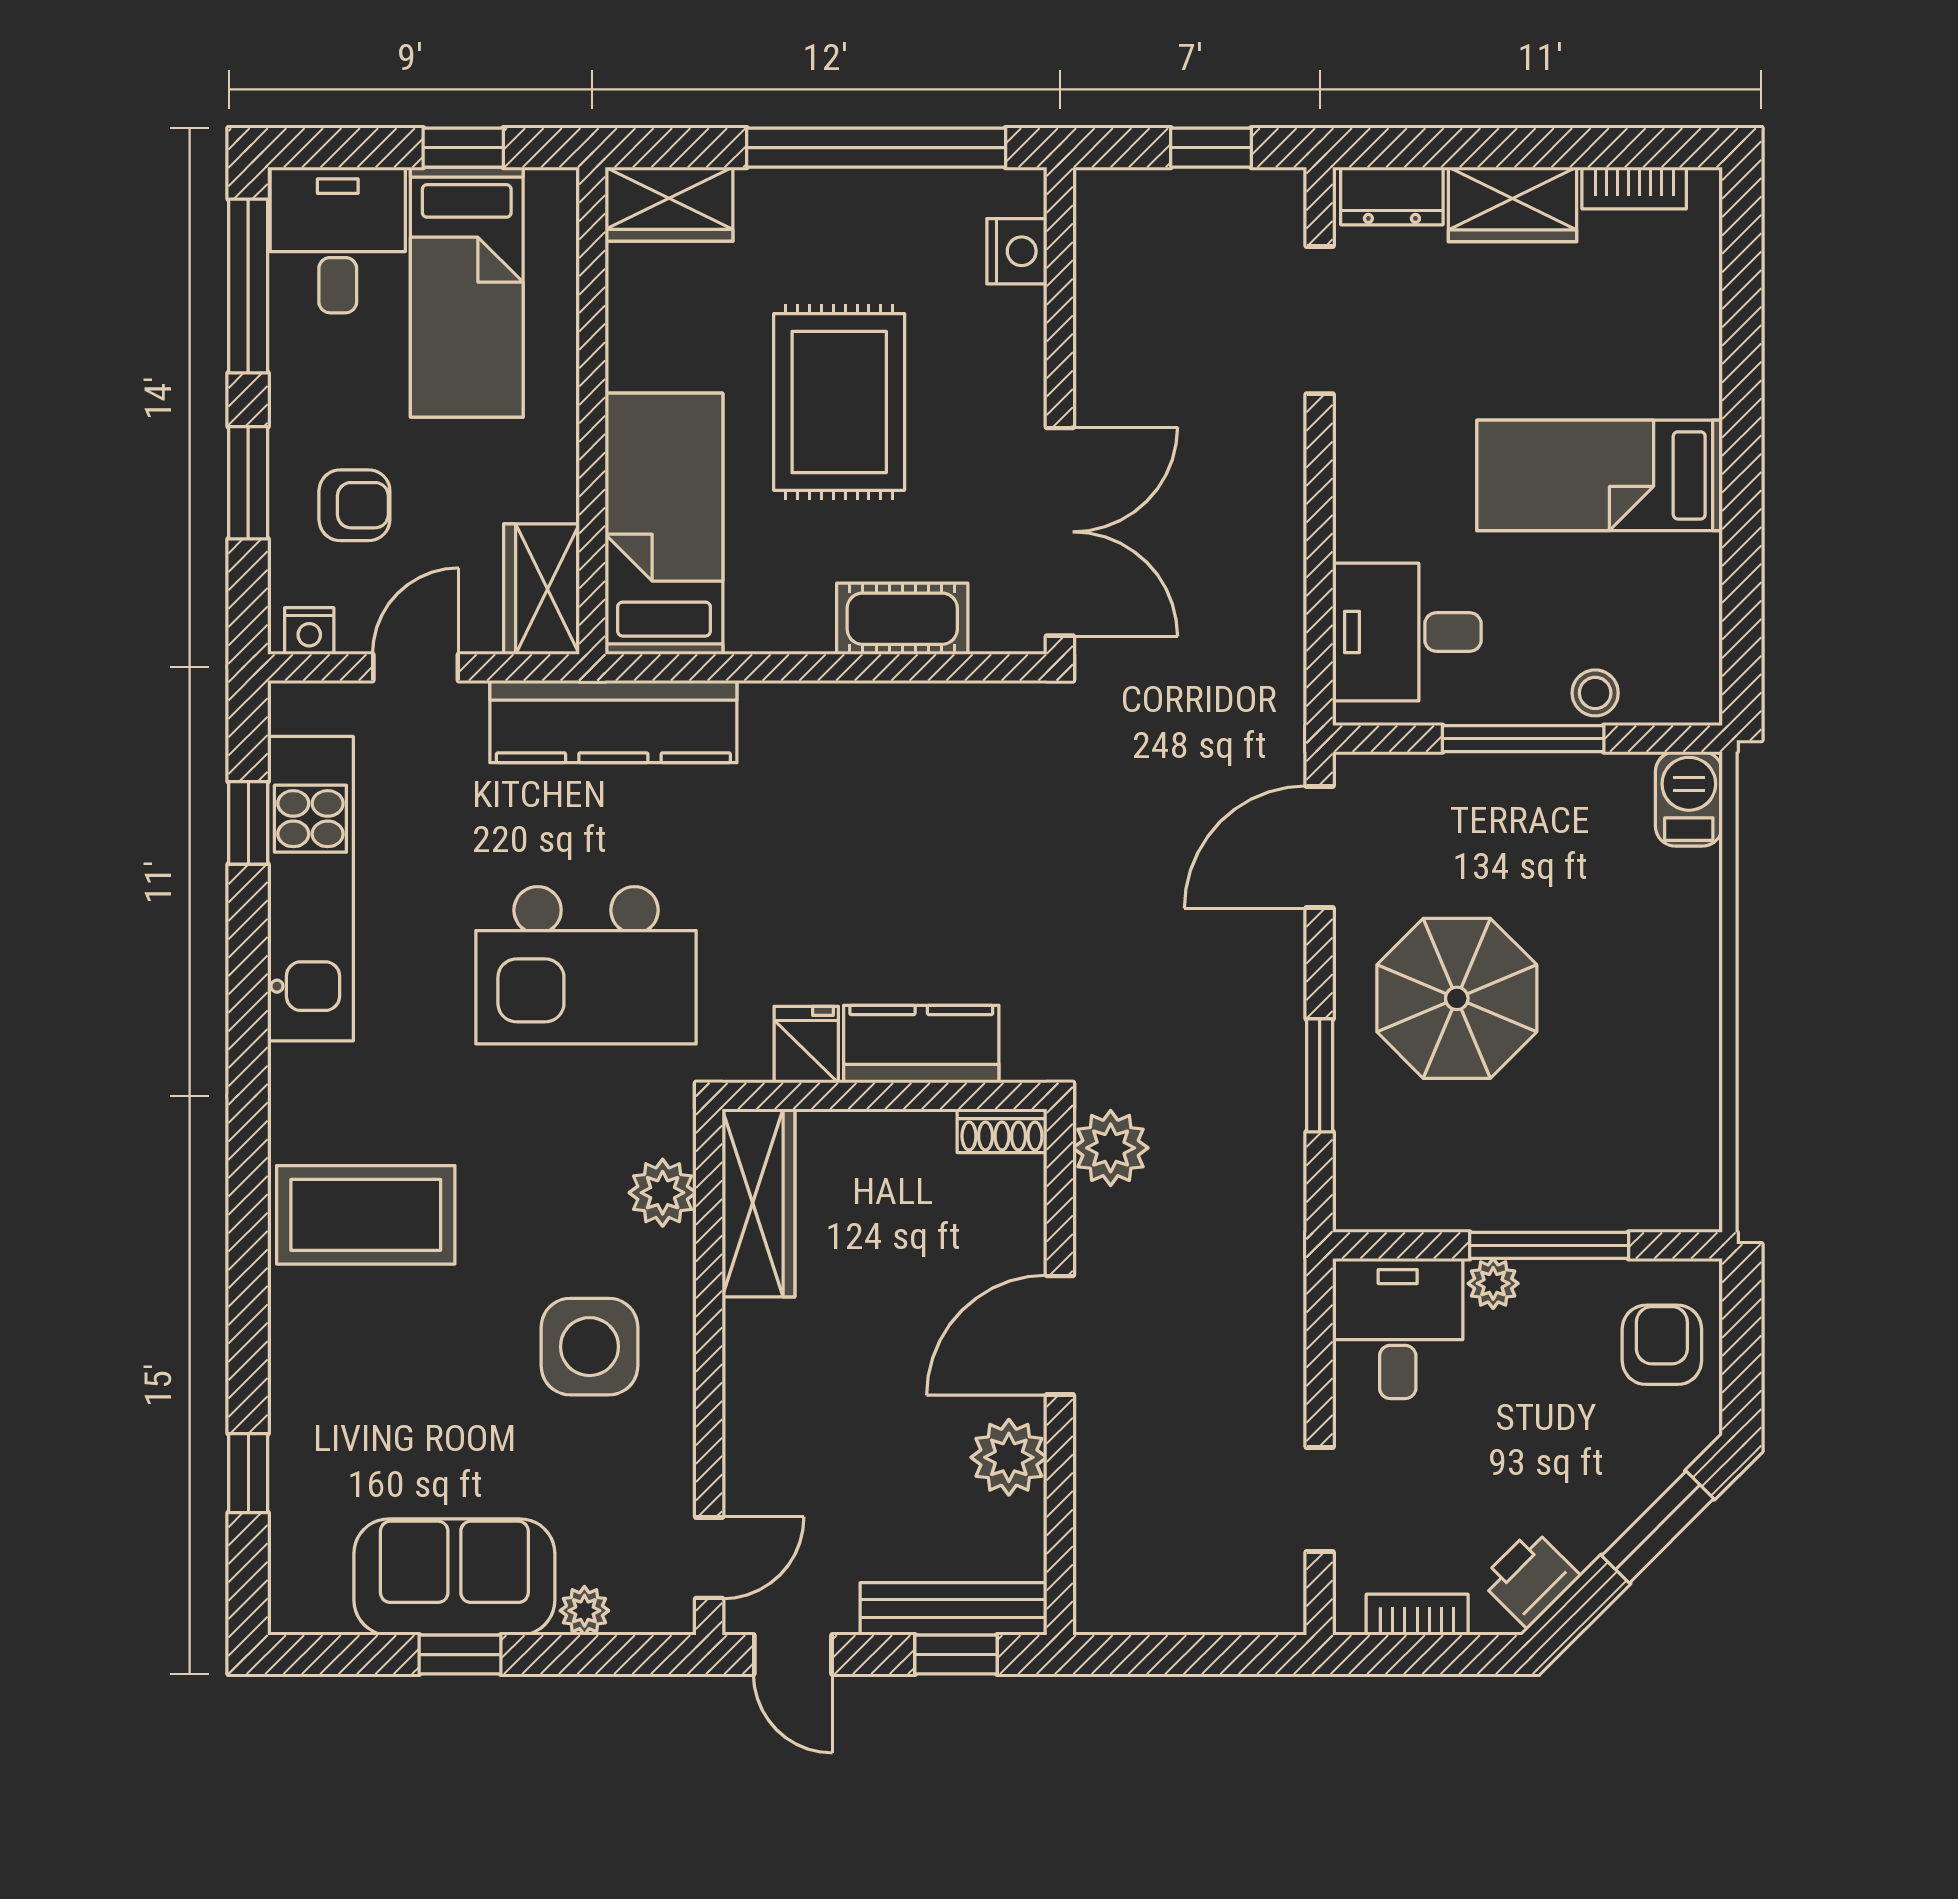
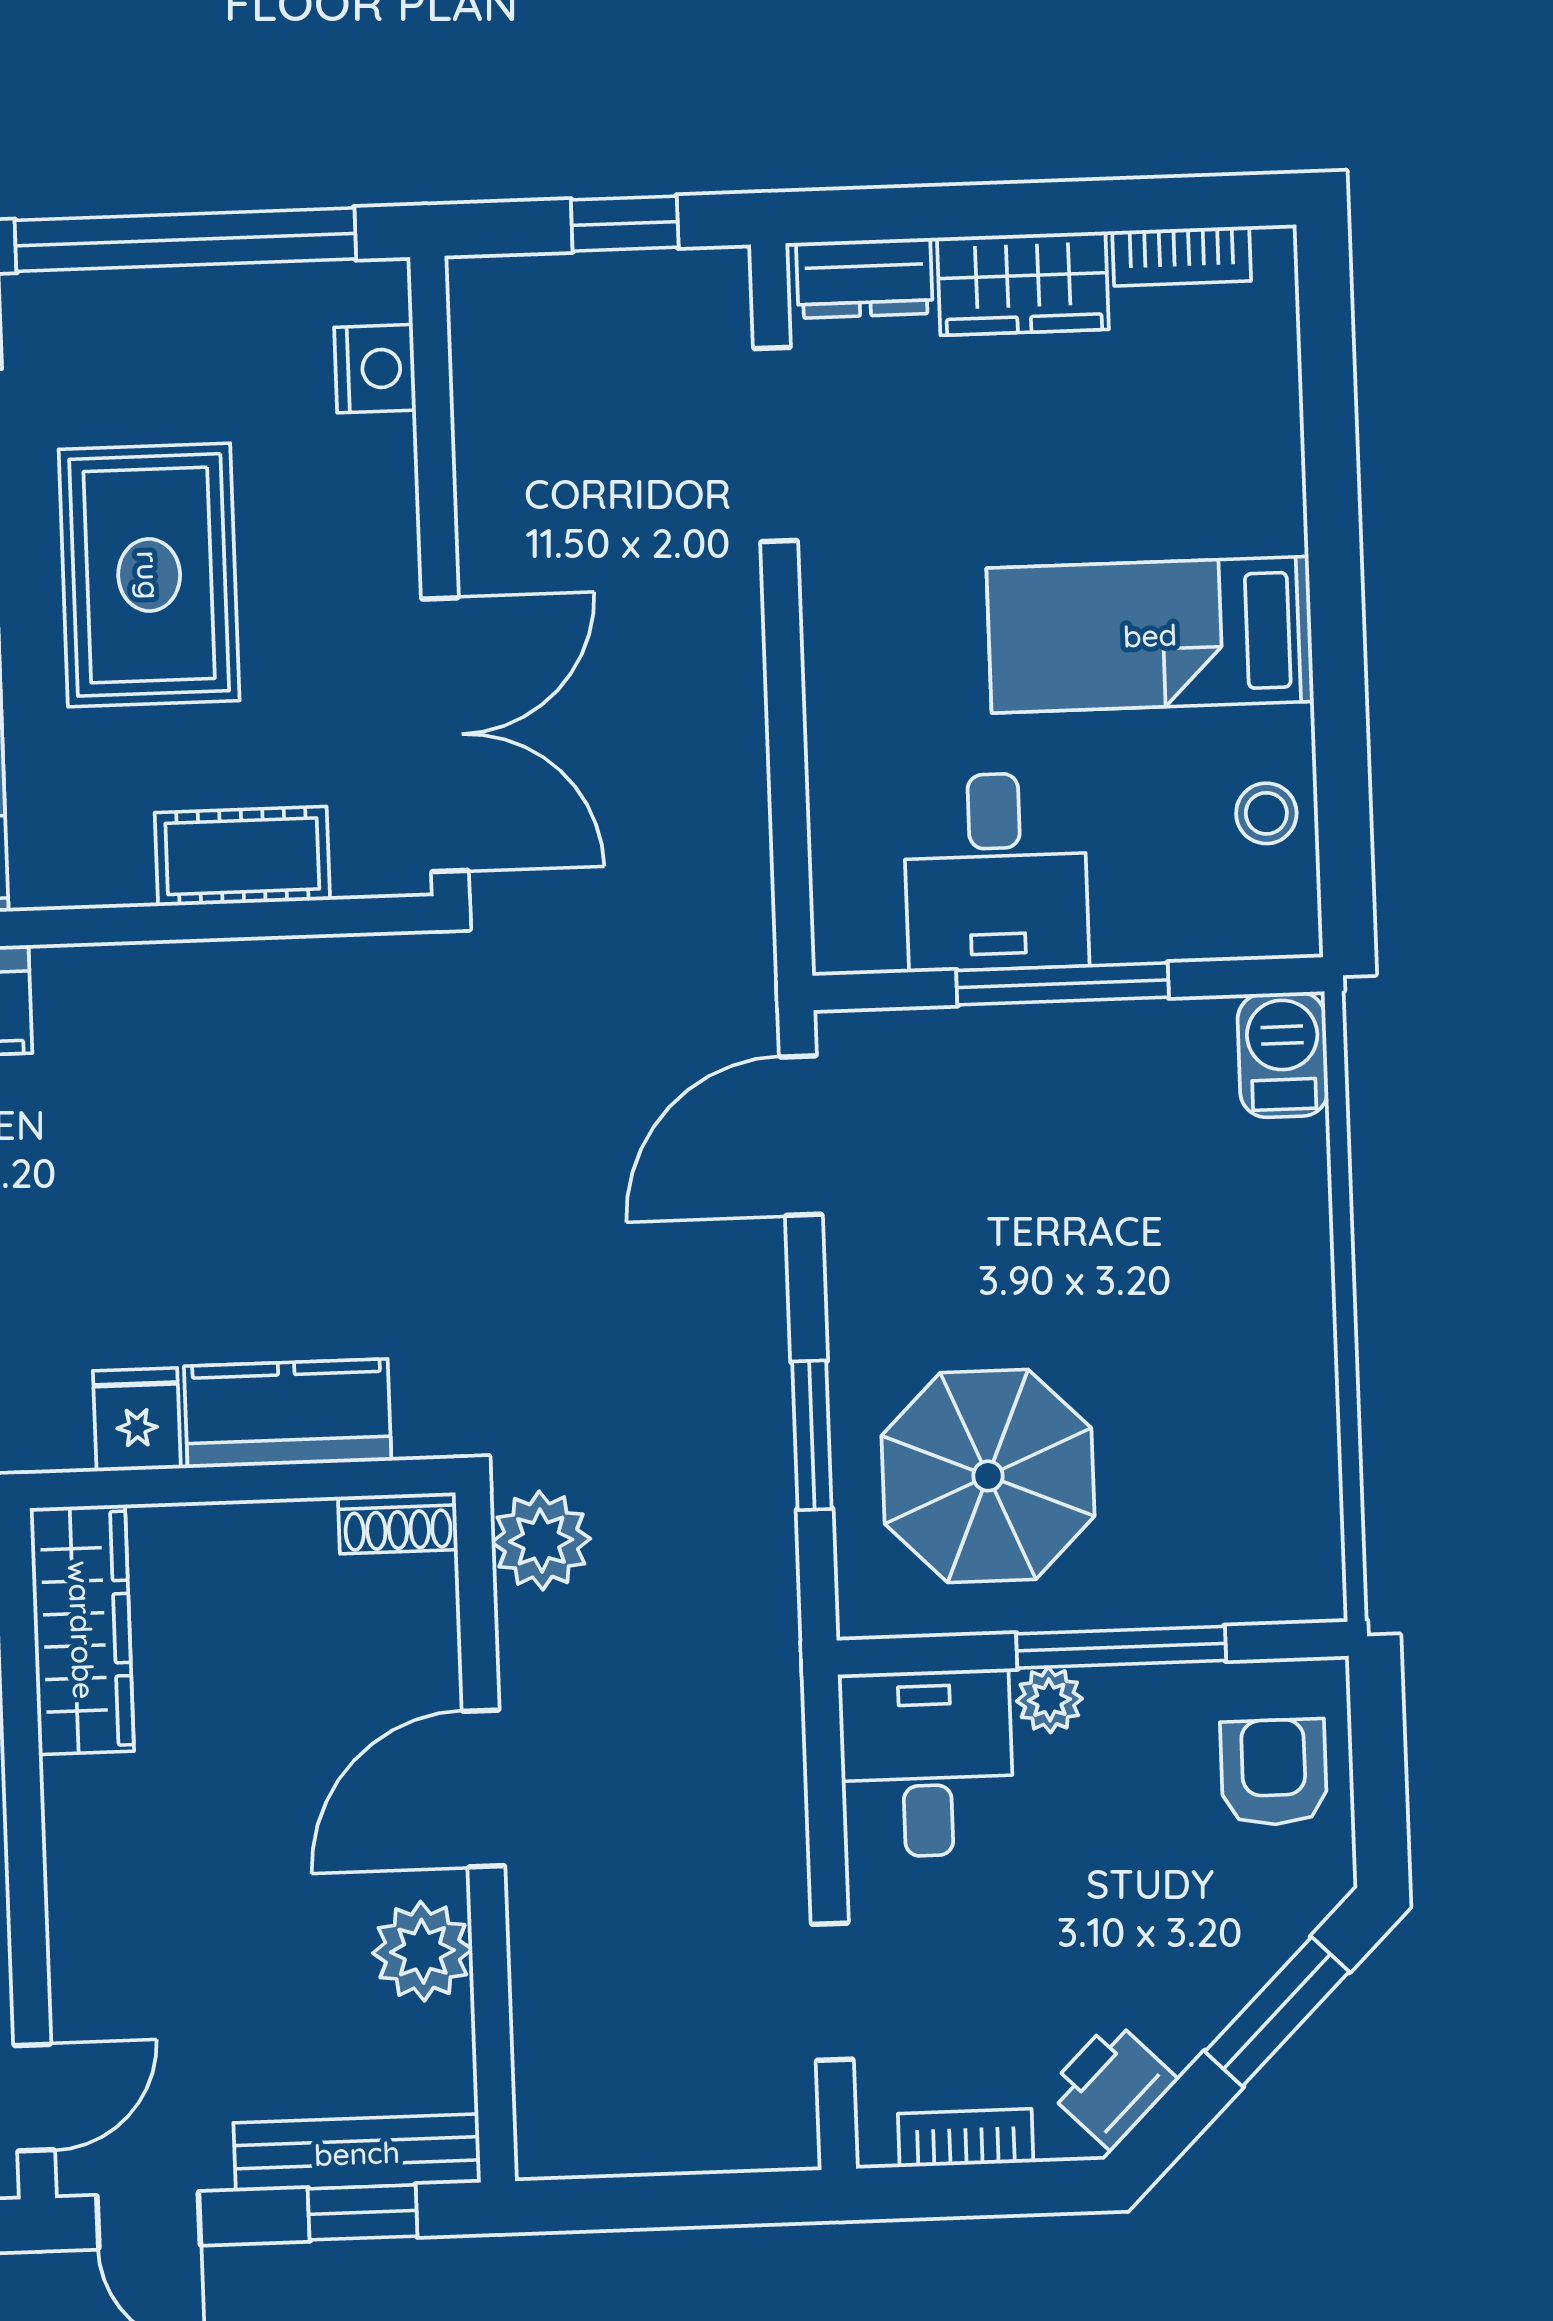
desk: (1407, 632) -> (996, 872), moved, turned -90
stool: (1595, 693) -> (1266, 813), moved
parasol: (1457, 998) -> (988, 1476), moved

